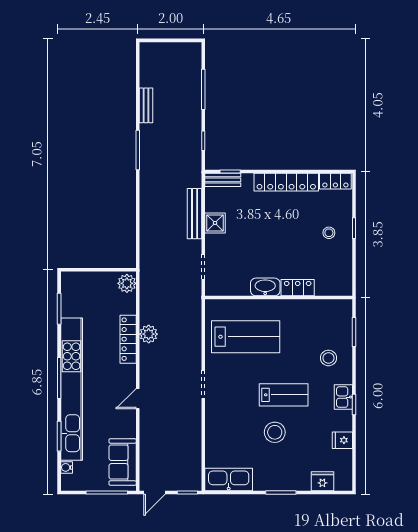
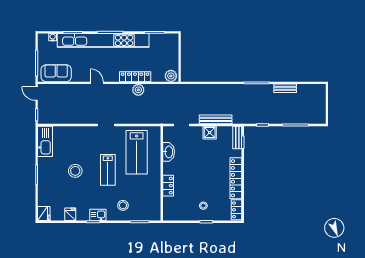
washbasin: (265, 287) -> (169, 152), moved
lab bench: (284, 395) -> (108, 170), moved
fridge: (322, 481) -> (44, 214), moved

